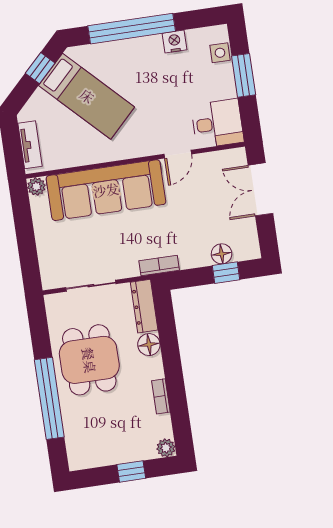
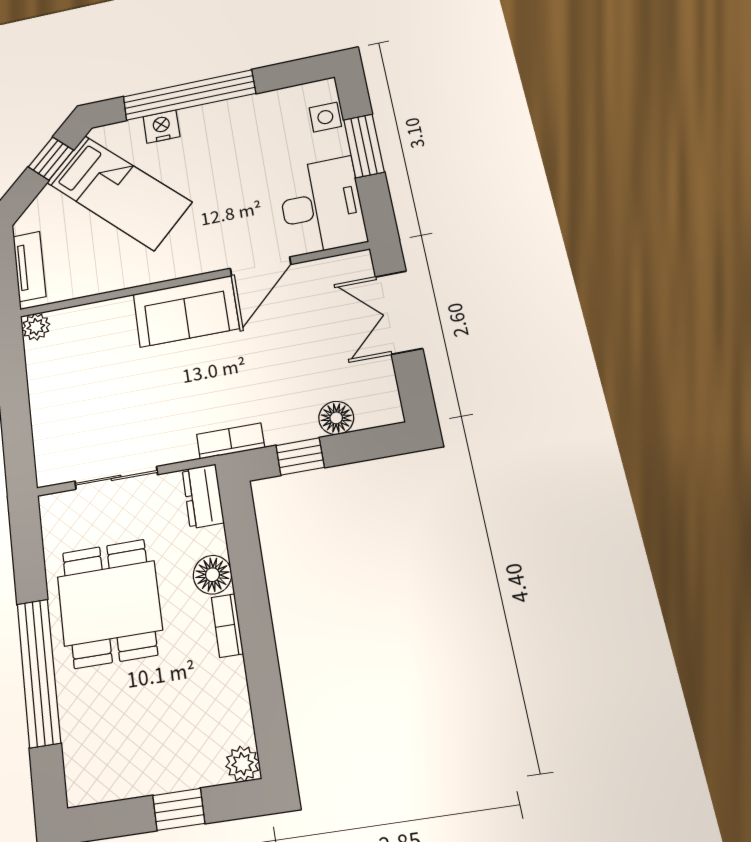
nightstand: (175, 42) -> (162, 127), moved
desk: (217, 124) -> (321, 206), width x1.37
door: (178, 154) -> (261, 266), width x1.37
sofa: (106, 190) -> (186, 311), width x0.54, depth x0.79
window: (226, 273) -> (300, 456), moved
dresser: (144, 306) -> (203, 496), width x0.70
bookcase: (161, 396) -> (227, 626), moved

